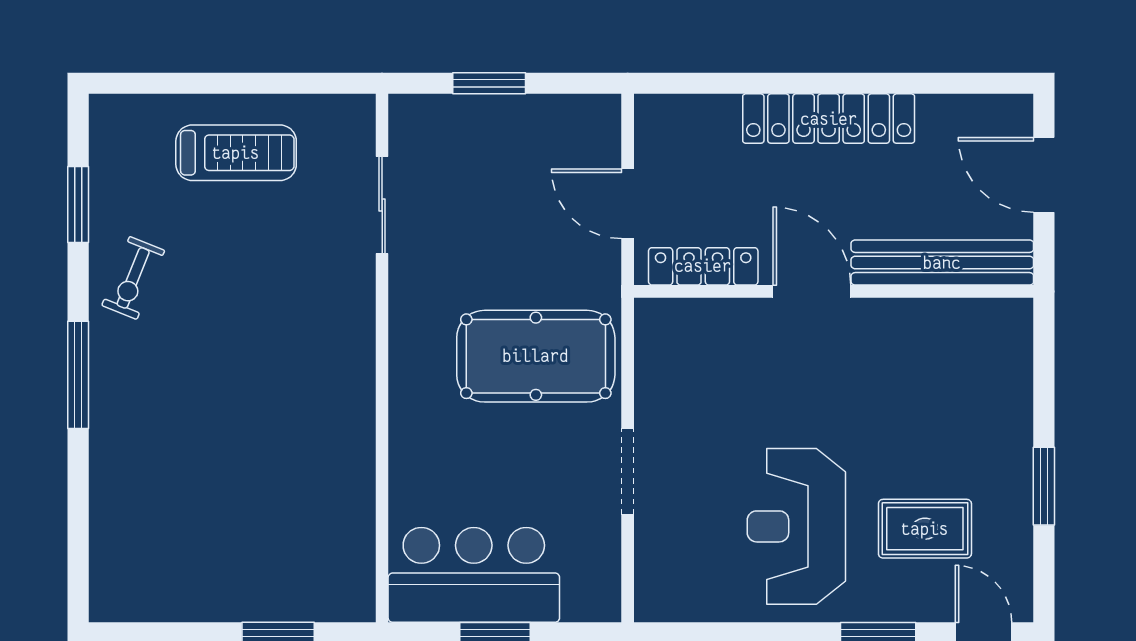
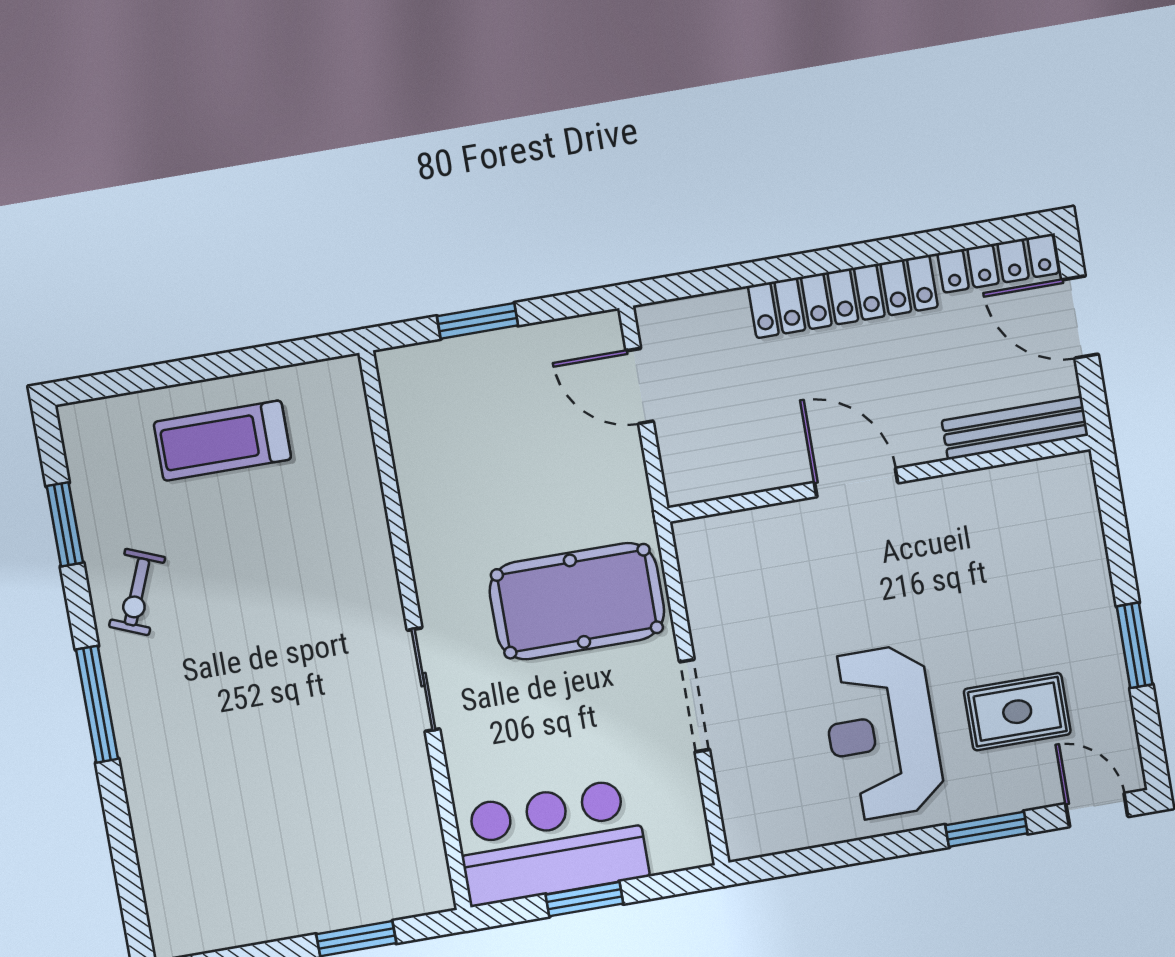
treadmill: (236, 153) -> (222, 441), turned 180
door: (628, 204) -> (640, 386), moved
sliding door: (382, 205) -> (423, 680), moved
bench: (942, 263) -> (1015, 428), width x0.73, depth x0.82
locker: (703, 266) -> (998, 263), moved, turned 180

